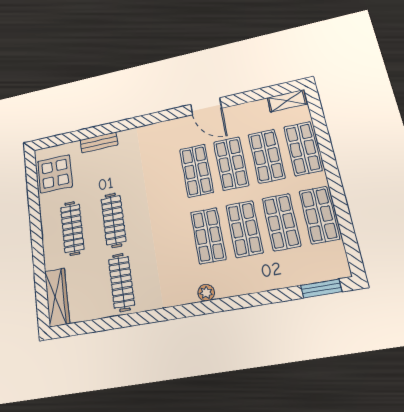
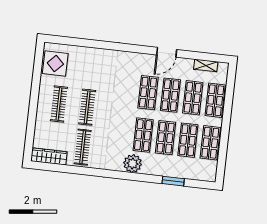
shelving: (287, 101) -> (206, 65), moved
door: (206, 106) -> (167, 52), hinge flipped
bench: (99, 142) -> (90, 52), removed
window: (321, 289) -> (173, 181), moved
plant: (206, 293) -> (133, 164), width x1.88, depth x1.88
wardrobe: (57, 297) -> (49, 156), moved, turned -90

